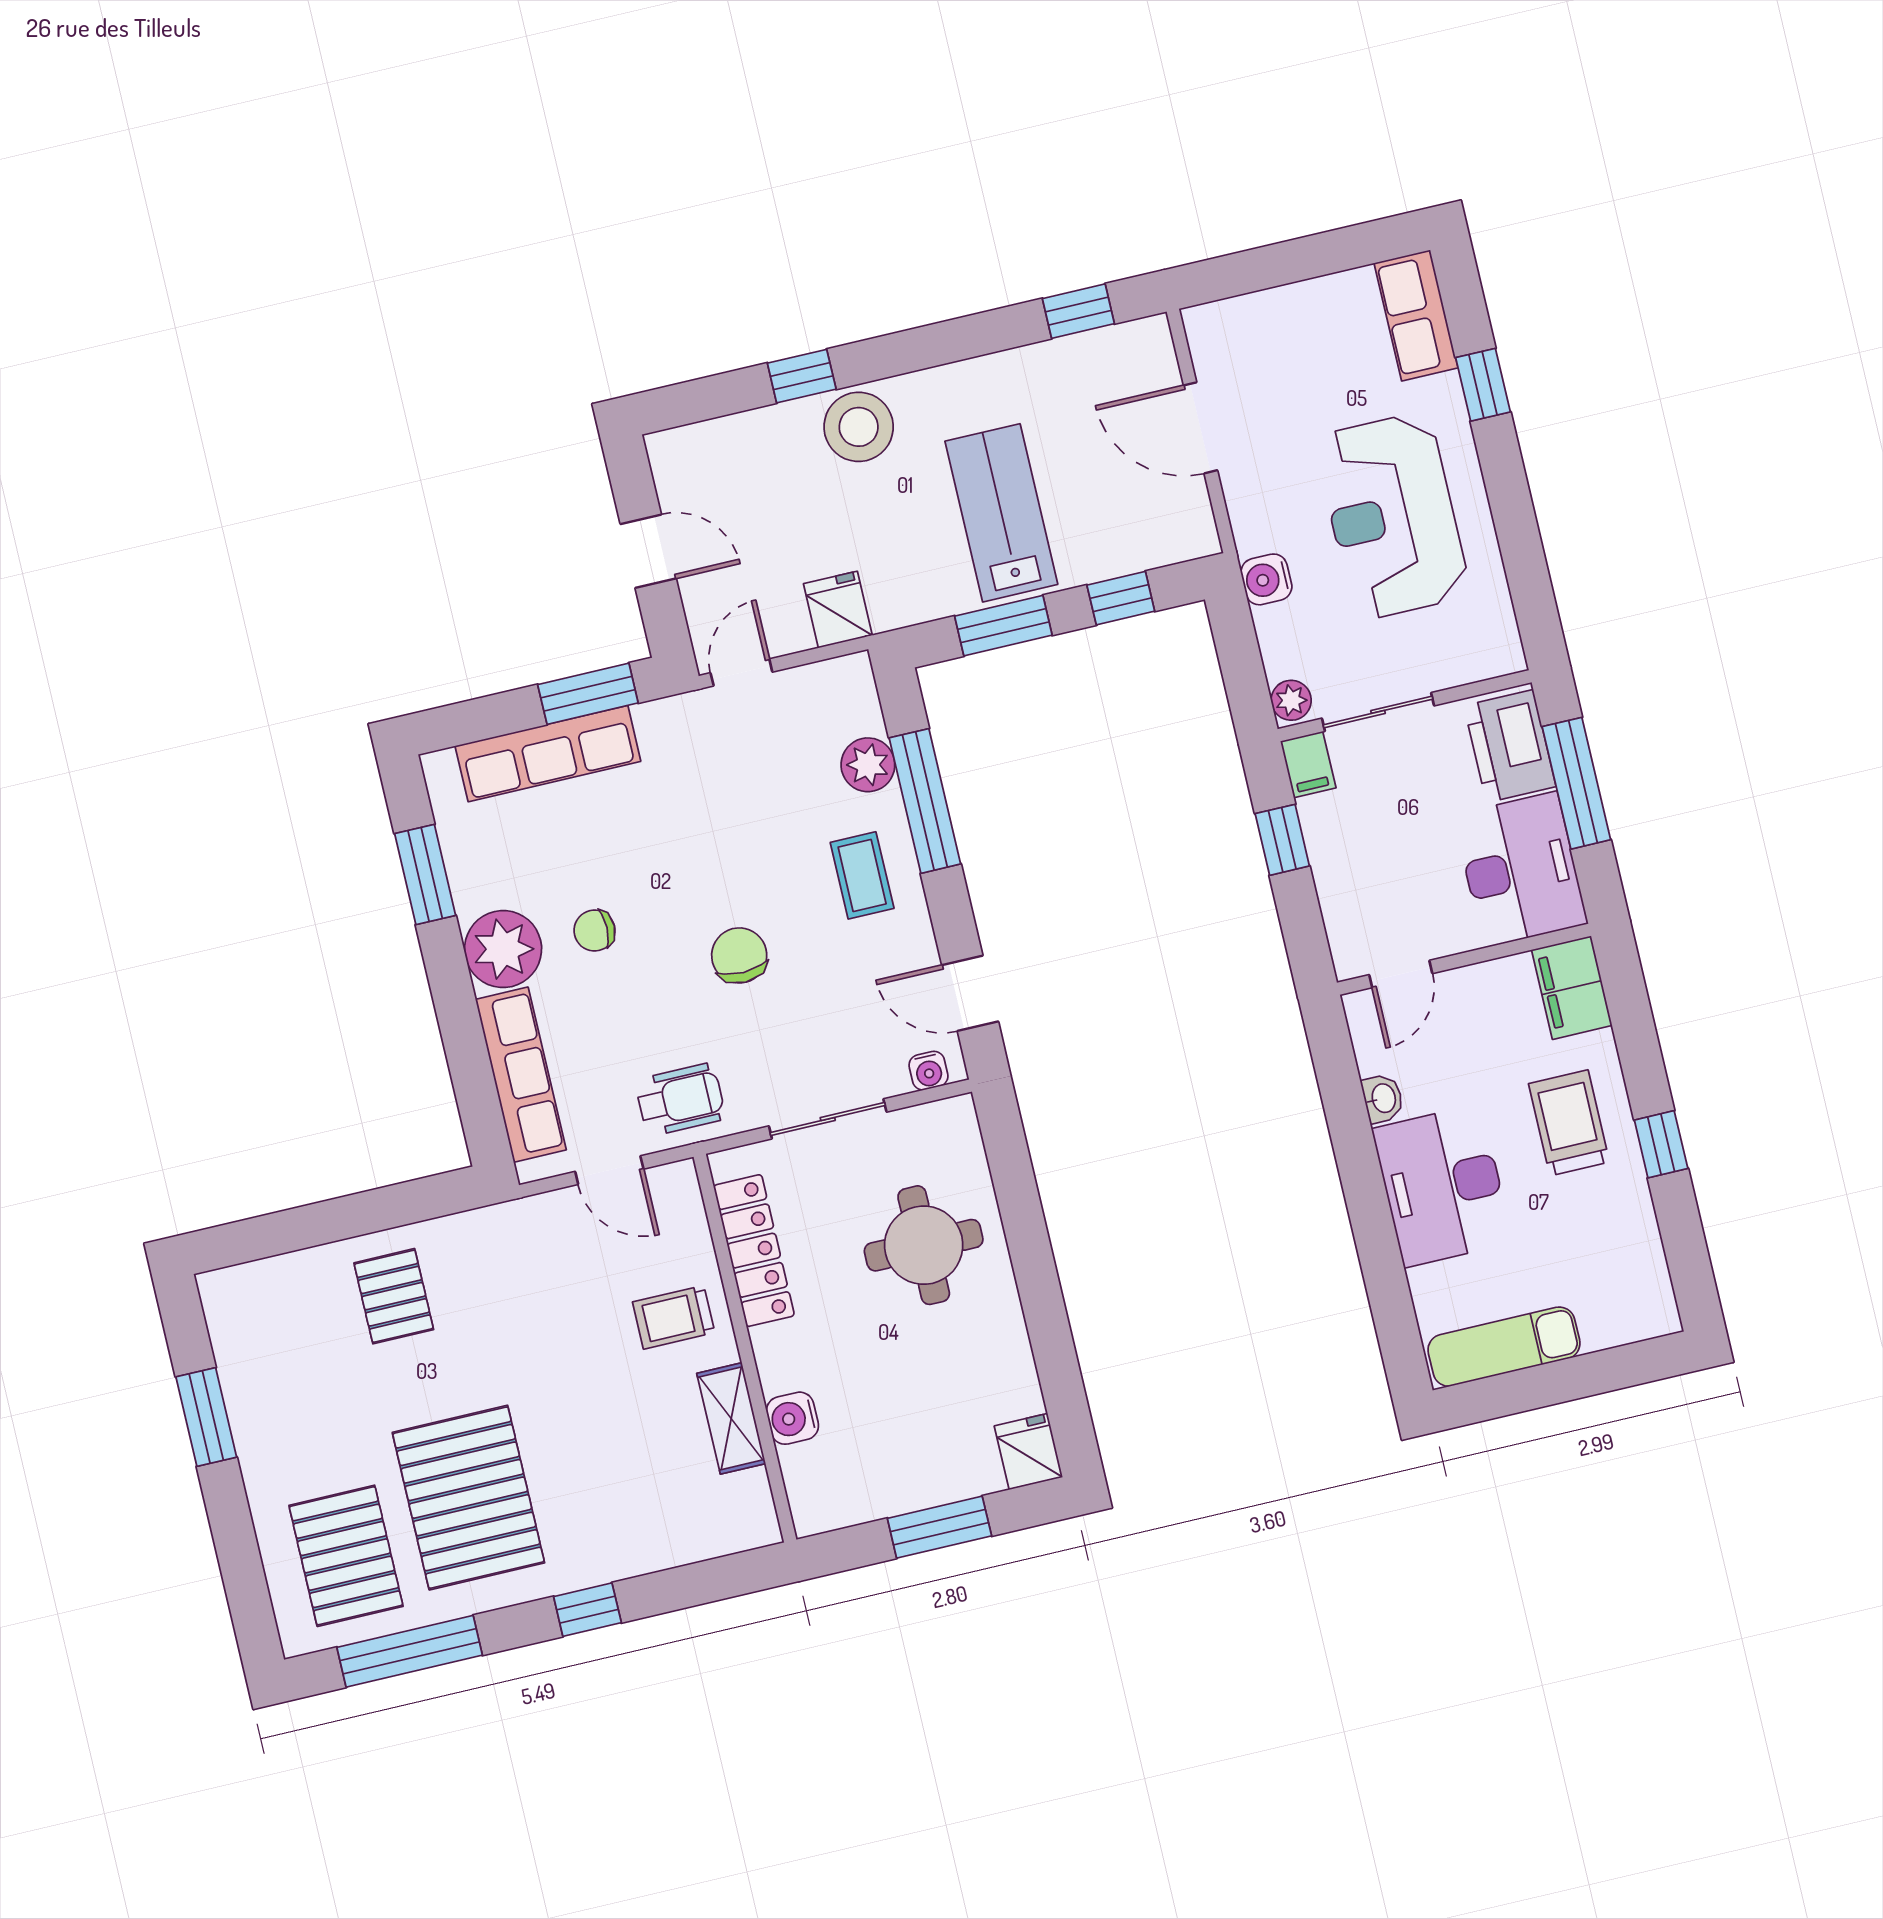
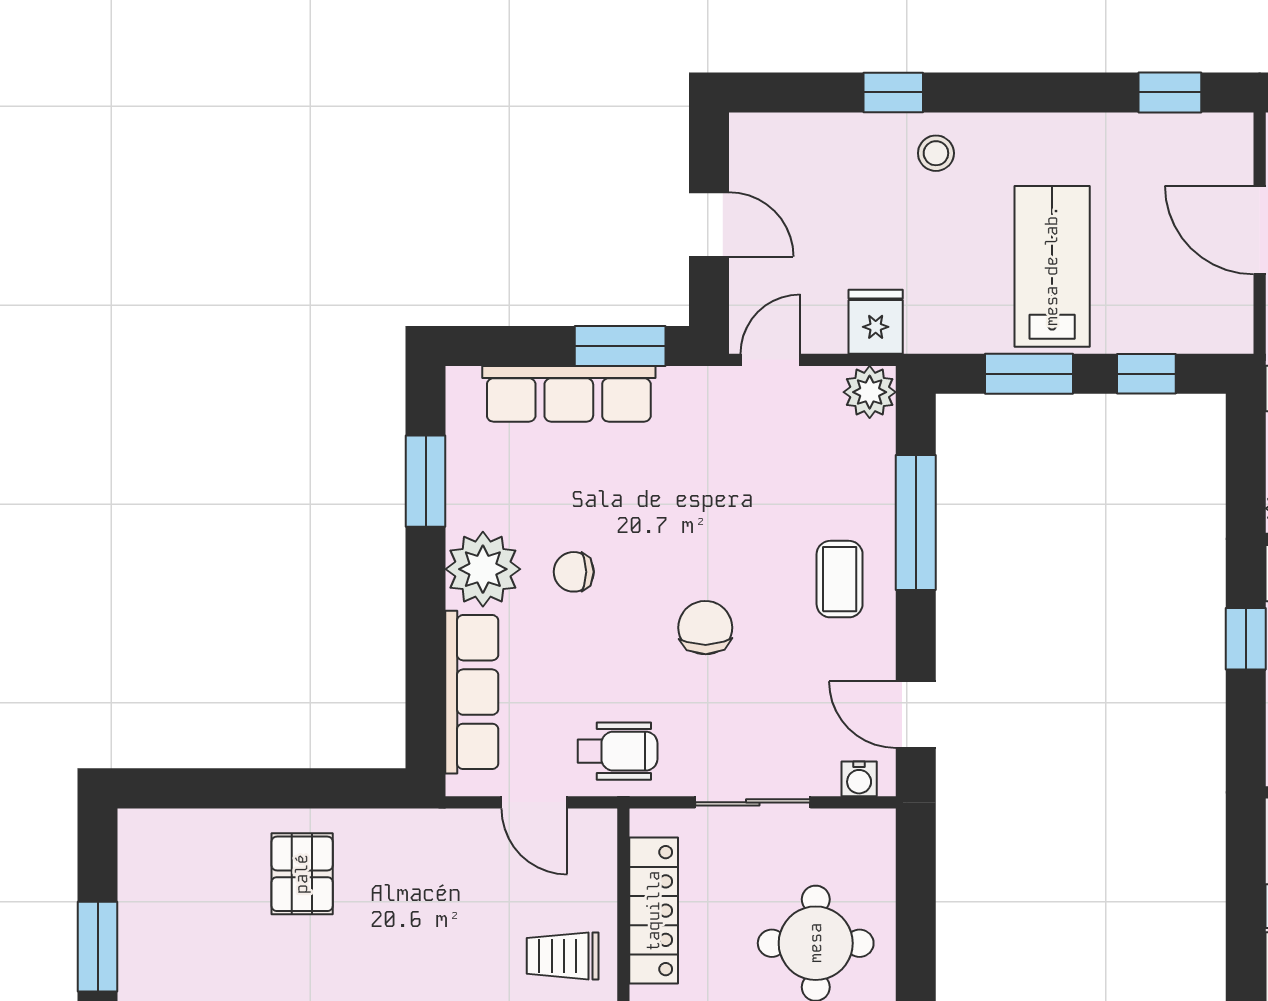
stool: (859, 427) -> (936, 153), width x0.53, depth x0.53
plant: (868, 765) -> (870, 392), moved

